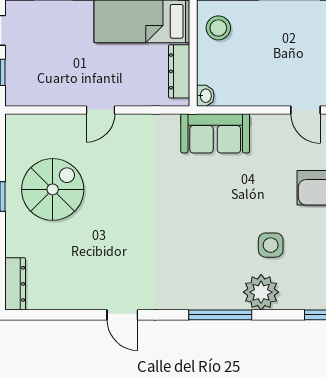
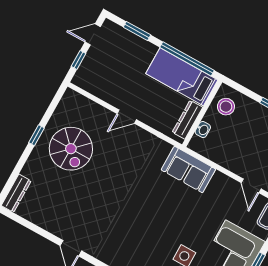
washbasin: (205, 96) -> (203, 130), moved
spiral stairs: (53, 189) -> (71, 149), turned 90

